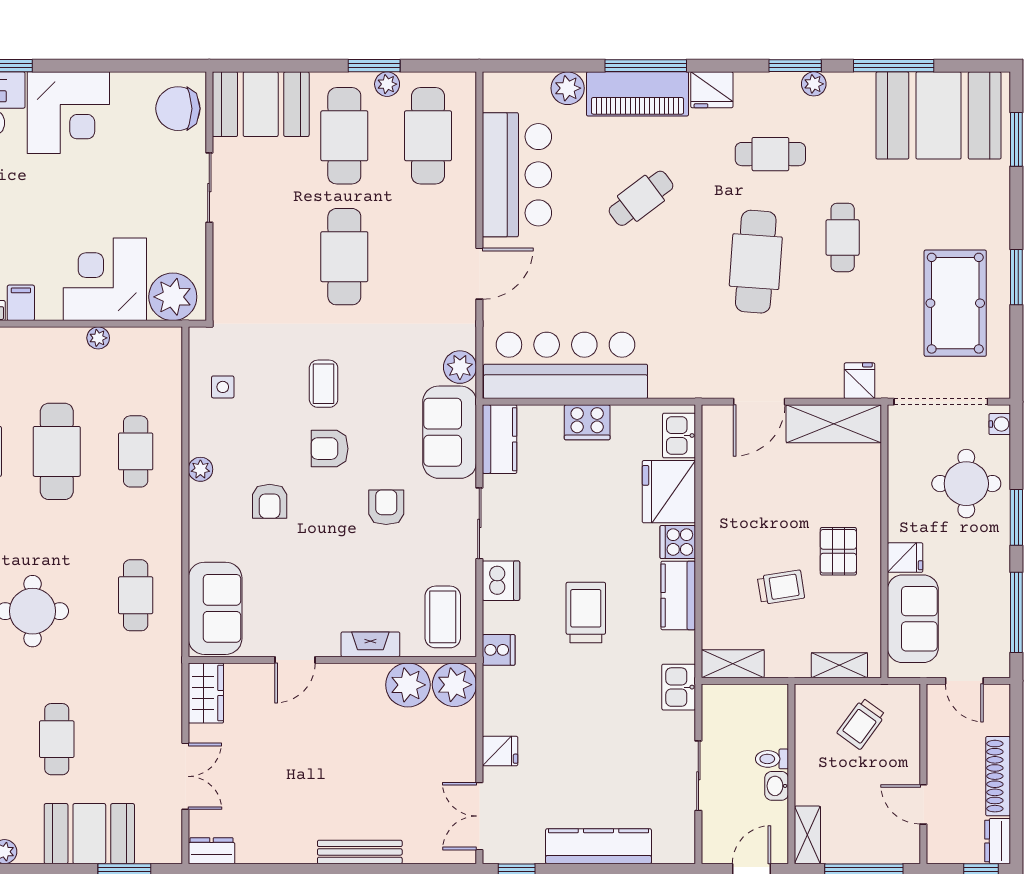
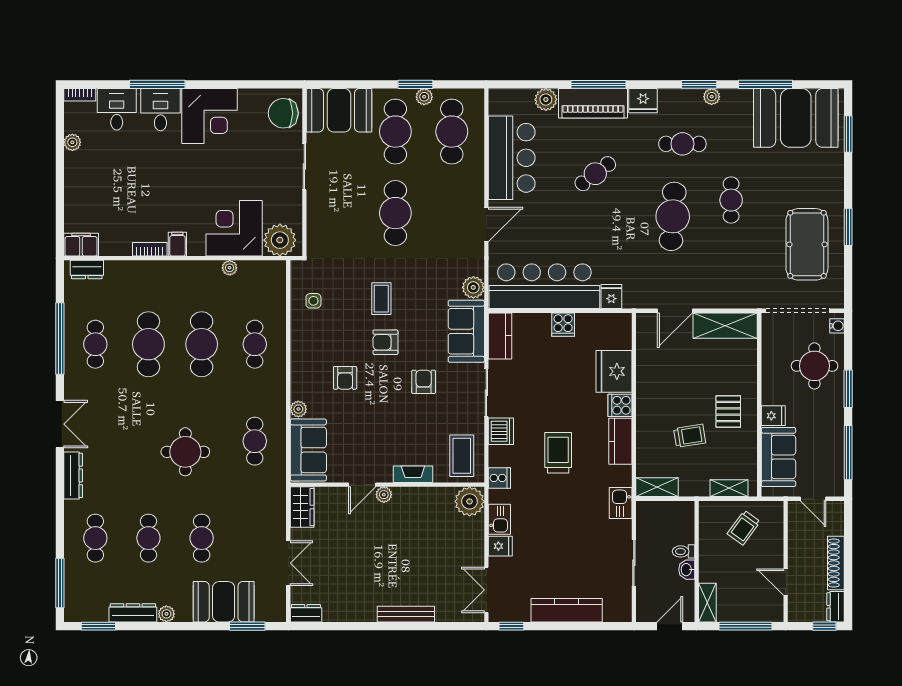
fridge: (860, 381) -> (611, 297), moved
cooker: (587, 422) -> (563, 325), width x0.73
kitchen sink: (679, 435) -> (499, 519), moved, turned 180
plant: (200, 469) -> (298, 409), moved
plant: (408, 685) -> (384, 495), moved, width x0.53, depth x0.53

